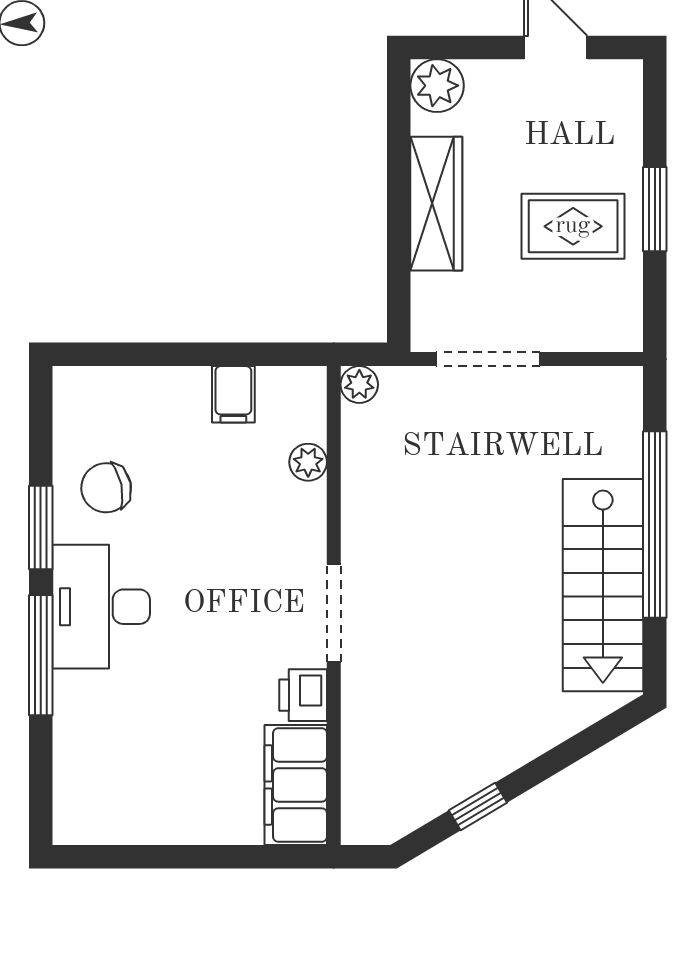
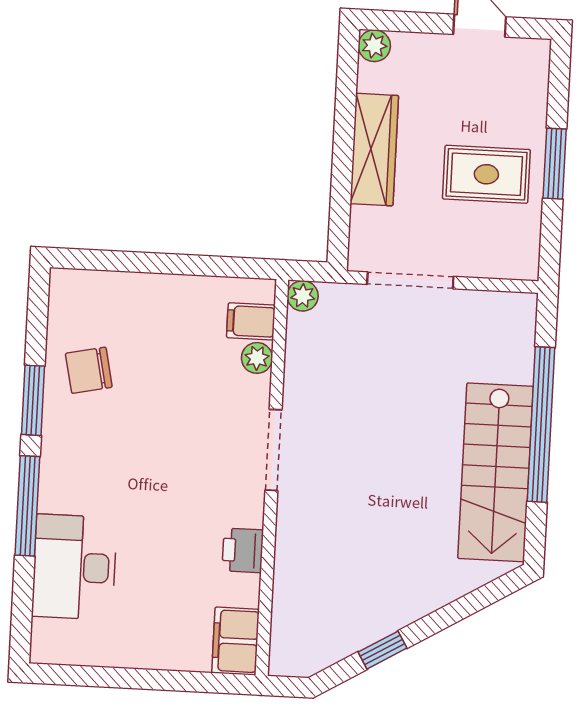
plant: (437, 86) -> (374, 46), width x0.73, depth x0.73
filing cabinet: (233, 394) -> (251, 321), moved, turned 90
desk: (101, 607) -> (74, 567), moved
doorway: (334, 613) -> (273, 450), moved
filing cabinet: (296, 785) -> (235, 641), width x0.67, depth x0.86

